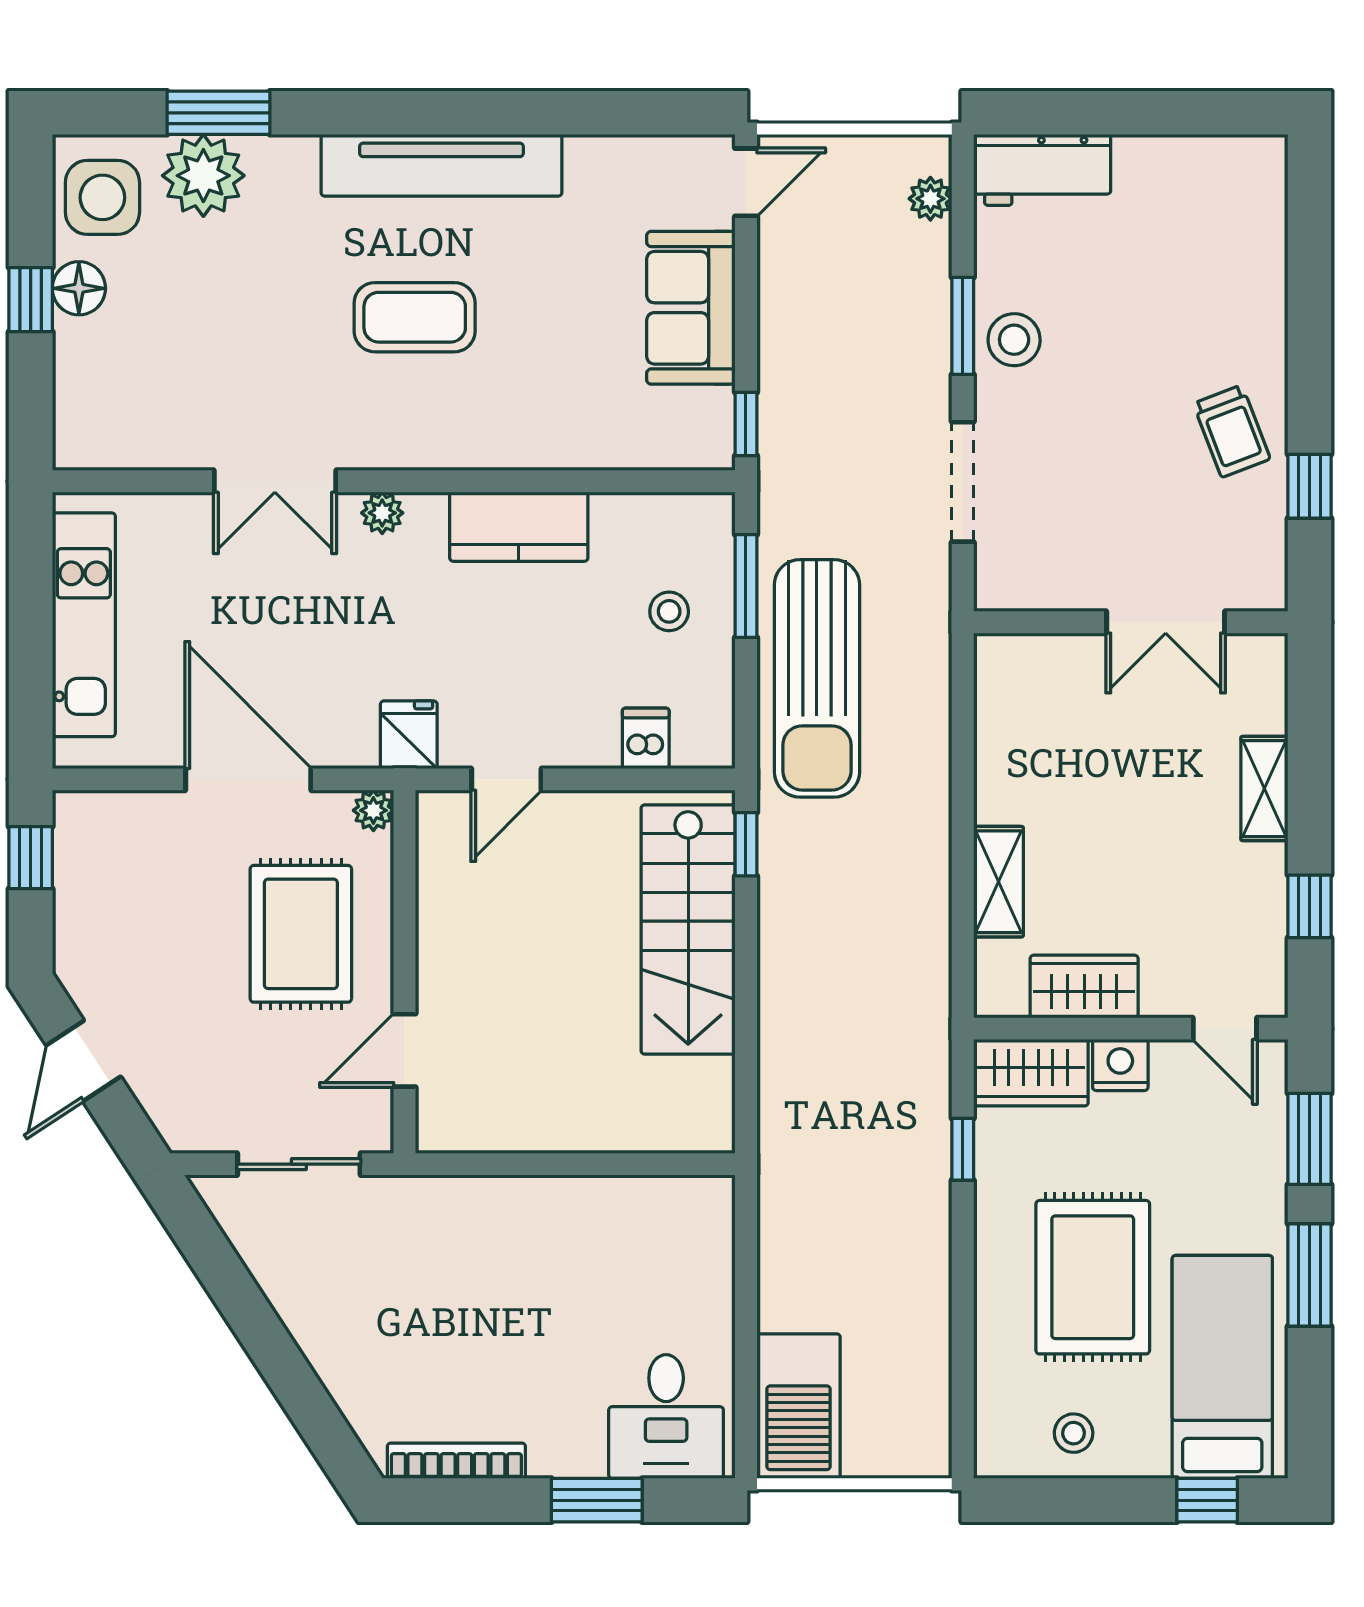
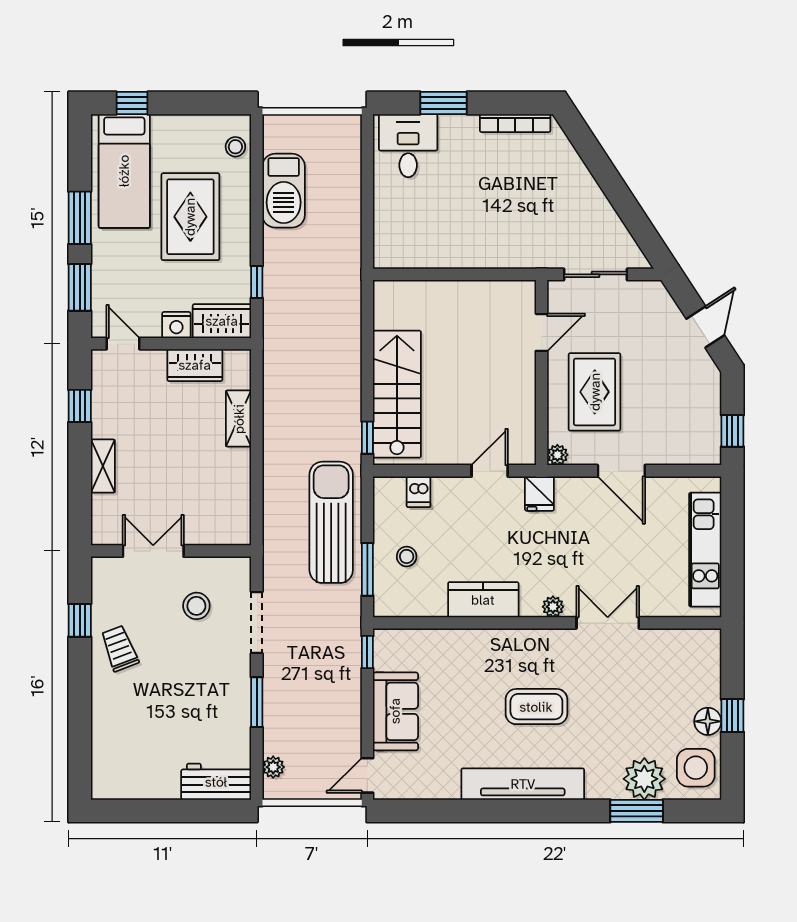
stool: (1014, 340) -> (196, 606), moved
door: (248, 779) -> (621, 471), width x0.73
barbecue: (799, 1406) -> (284, 191), moved, turned 180
stool: (1074, 1433) -> (235, 147), moved

